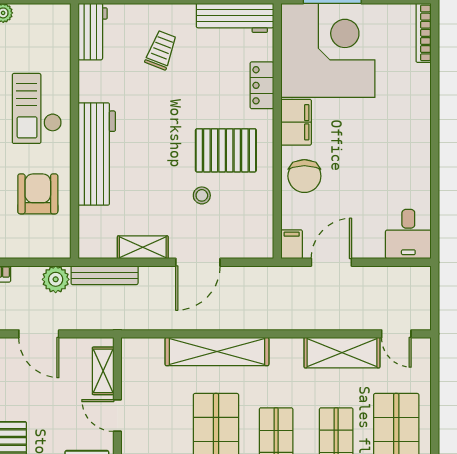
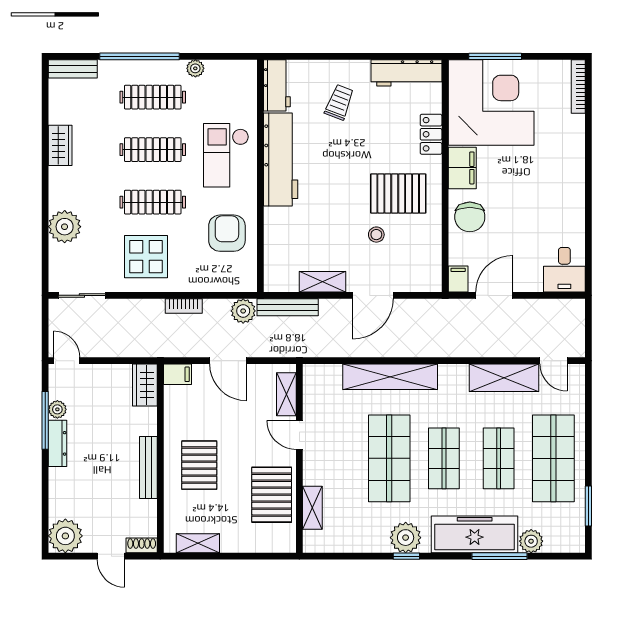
workbench: (97, 154) -> (281, 159), moved

